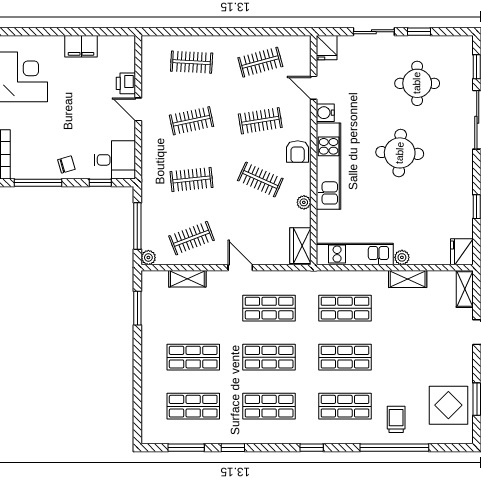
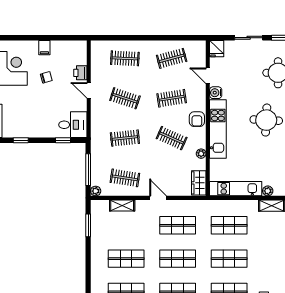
filing cabinet: (81, 46) -> (44, 48), width x0.50
clothes rail: (192, 121) -> (125, 98), turned 30
chair: (66, 164) -> (46, 77), moved
window: (38, 183) -> (21, 140), width x0.46
clothes rail: (192, 238) -> (125, 178), turned 30

